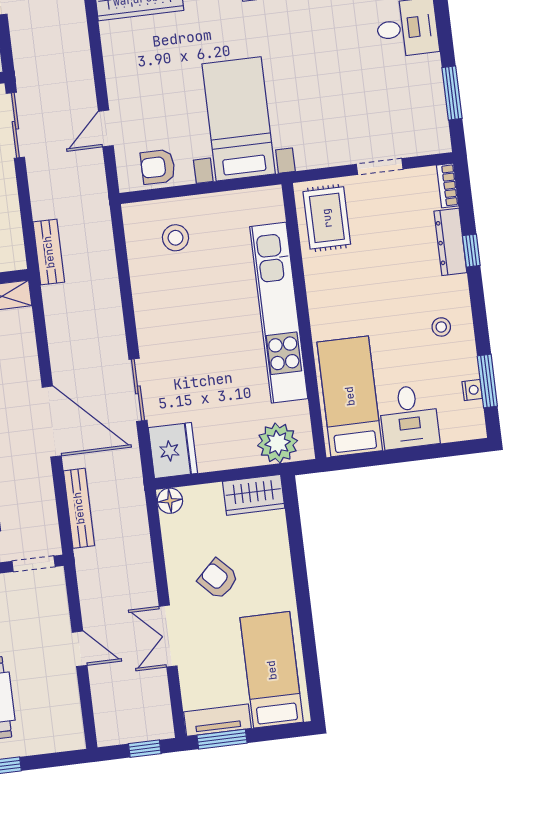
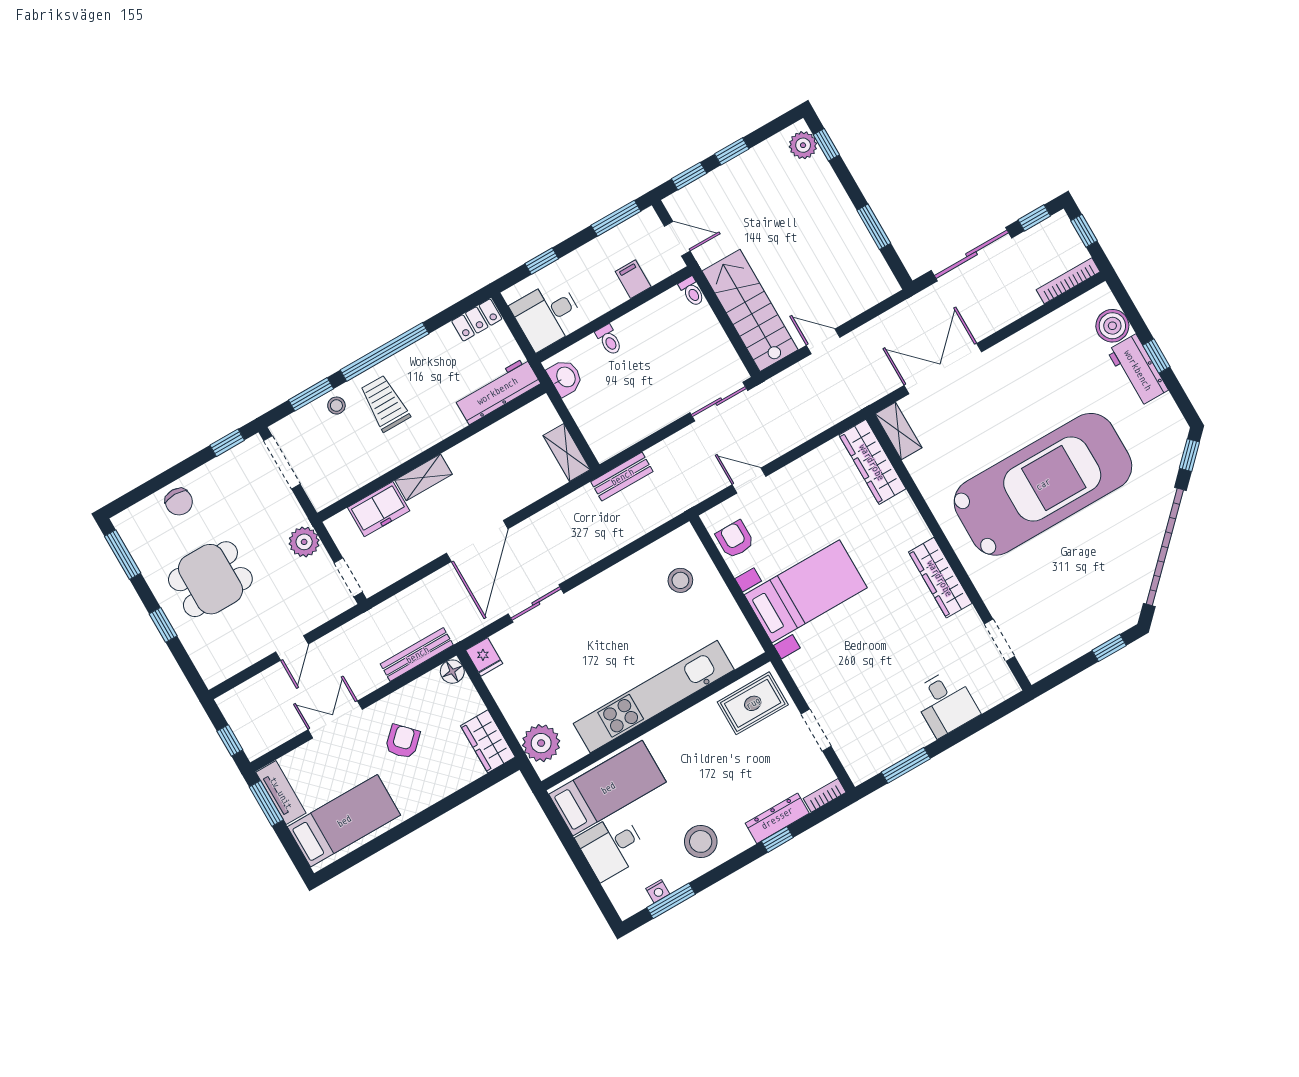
stool: (441, 327) -> (701, 841), width x1.89, depth x1.89
fridge: (173, 451) -> (484, 657), width x0.53, depth x0.75
bench: (79, 508) -> (417, 655), moved

